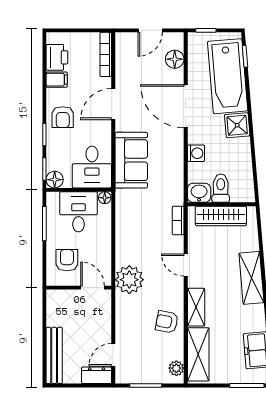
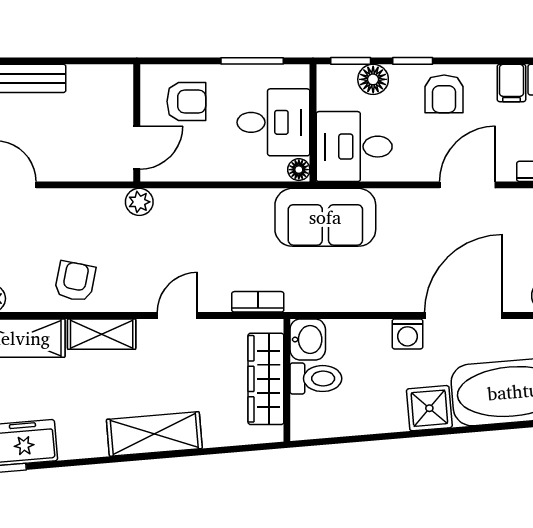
door: (113, 104) -> (468, 185), hinge flipped
armchair: (63, 117) -> (444, 94), turned -90
washing machine: (196, 153) -> (407, 334), moved
sofa: (131, 160) -> (325, 217), moved
floor lamp: (55, 180) -> (373, 79), moved
plant: (129, 280) -> (139, 202), width x0.53, depth x0.53

